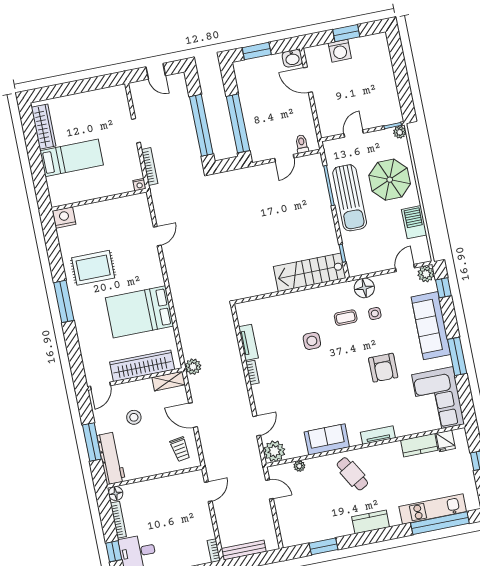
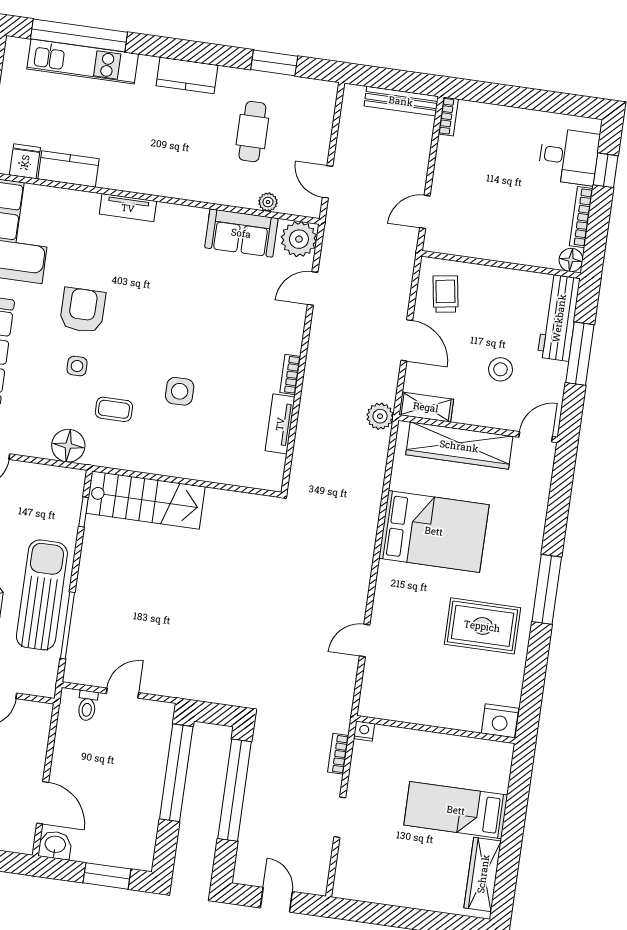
bookcase: (150, 166) -> (338, 754), width x0.64
side table: (375, 313) -> (77, 366), moved
sofa: (327, 439) -> (241, 233), moved
cafe table: (352, 474) -> (252, 132), moved, turned 30

